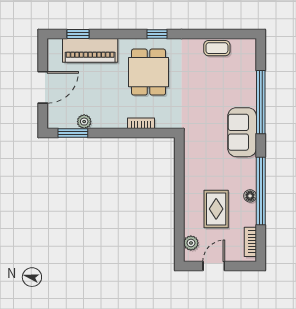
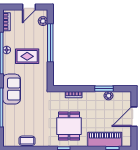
window: (73, 133) -> (104, 89), moved
window: (179, 208) -> (50, 43), added
rug: (216, 209) -> (27, 56), moved, turned 90

